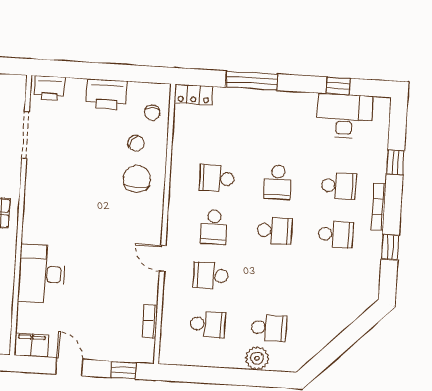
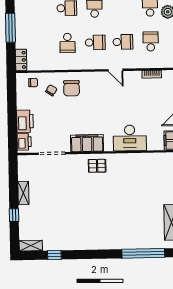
printer: (107, 94) -> (25, 121), moved
chair: (137, 179) -> (72, 88), turned -90
filing cabinet: (38, 198) -> (87, 143), added
door: (163, 258) -> (115, 70), hinge flipped
school desk: (211, 276) -> (123, 42), turned -90

